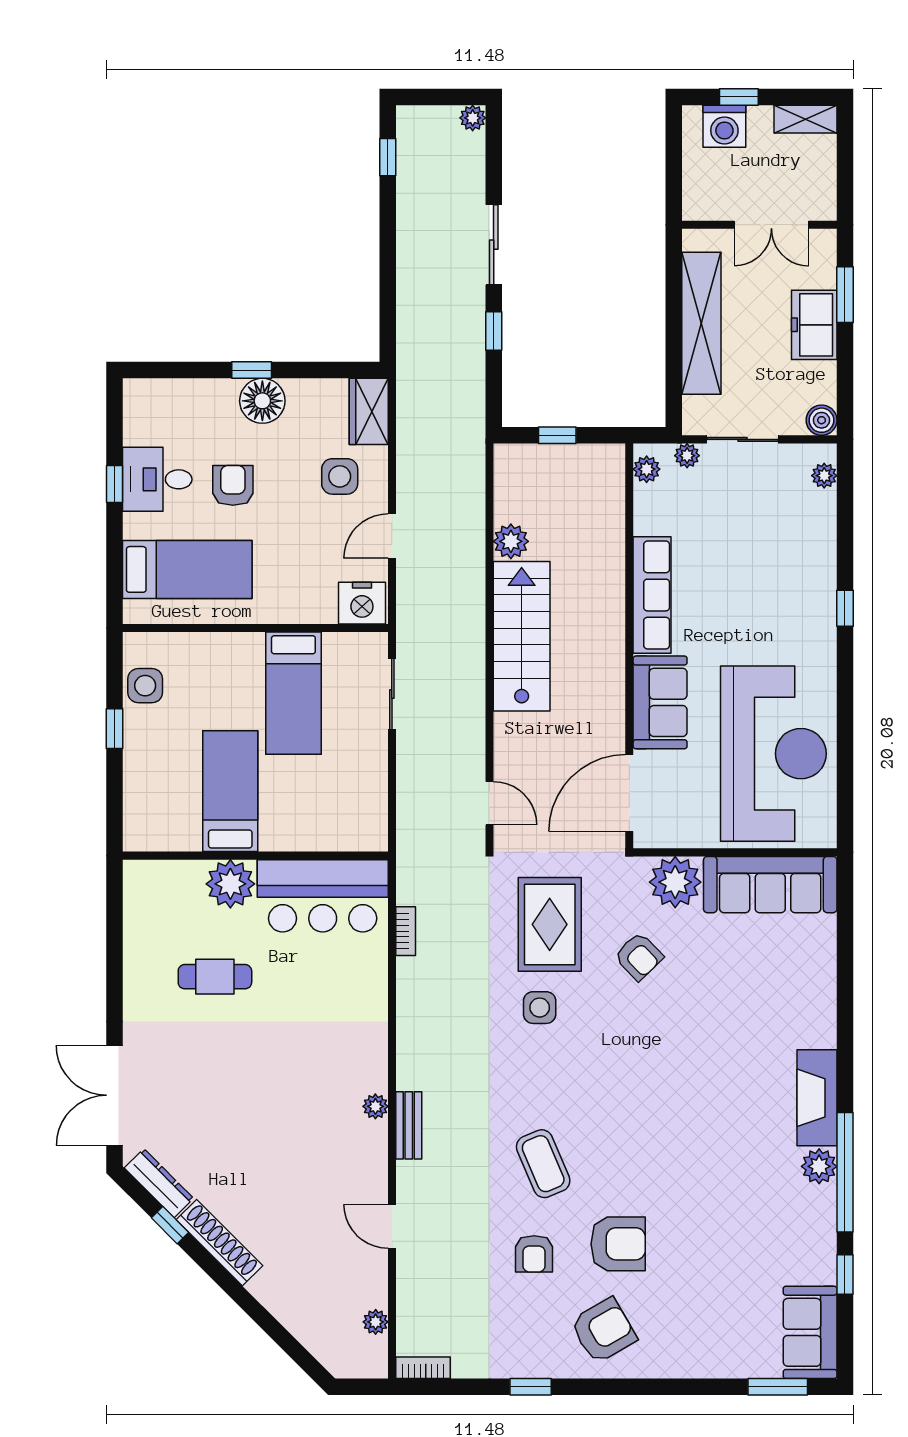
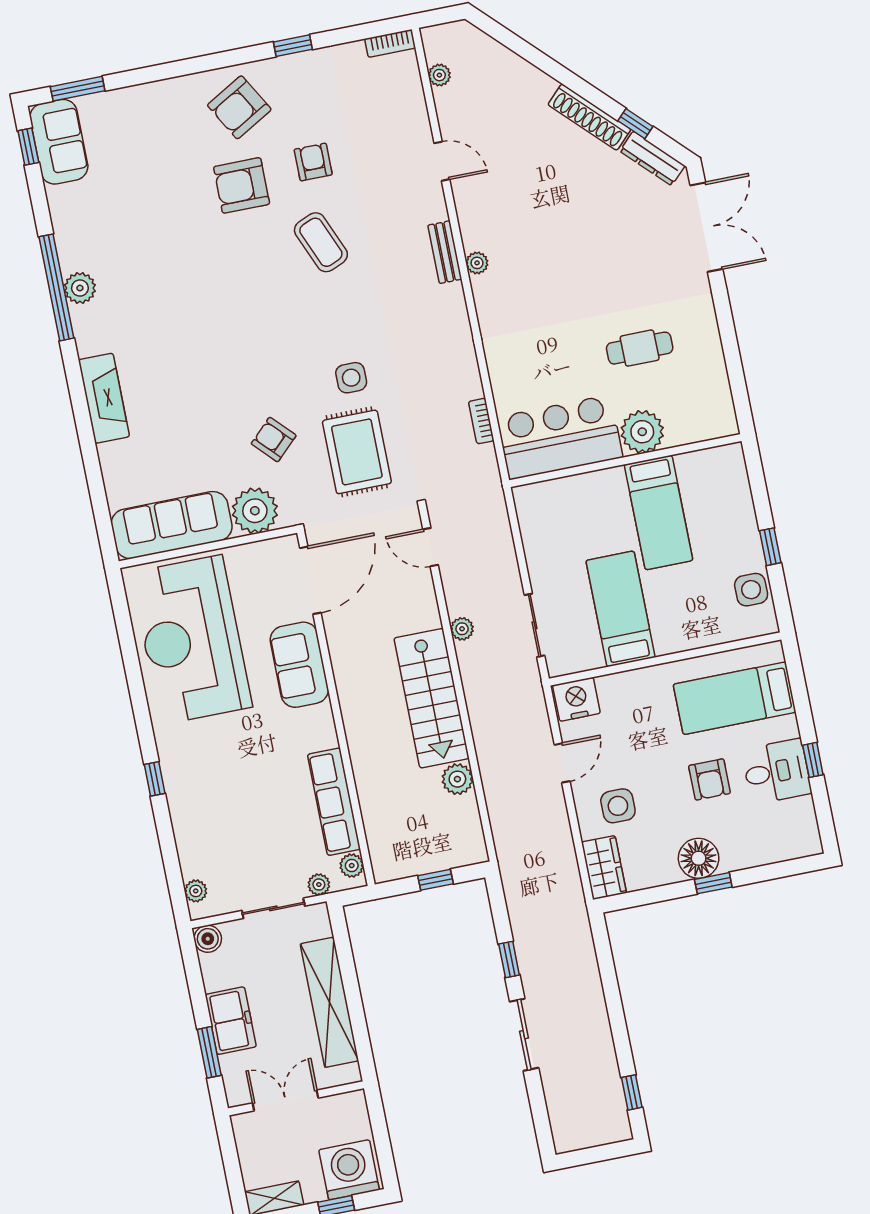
plant: (473, 118) -> (462, 629), moved
washing machine: (724, 126) -> (349, 1170), width x1.37, depth x1.37
row of seats: (652, 595) -> (334, 802), moved
fireplace: (817, 1098) -> (104, 398), moved
window: (845, 1274) -> (28, 147), moved

